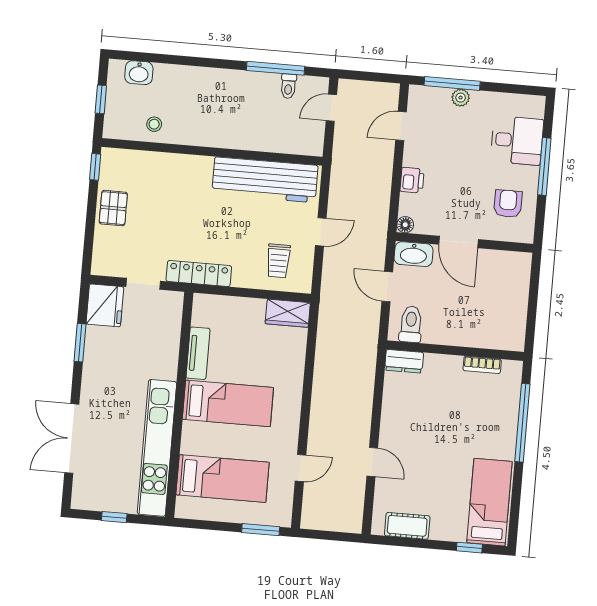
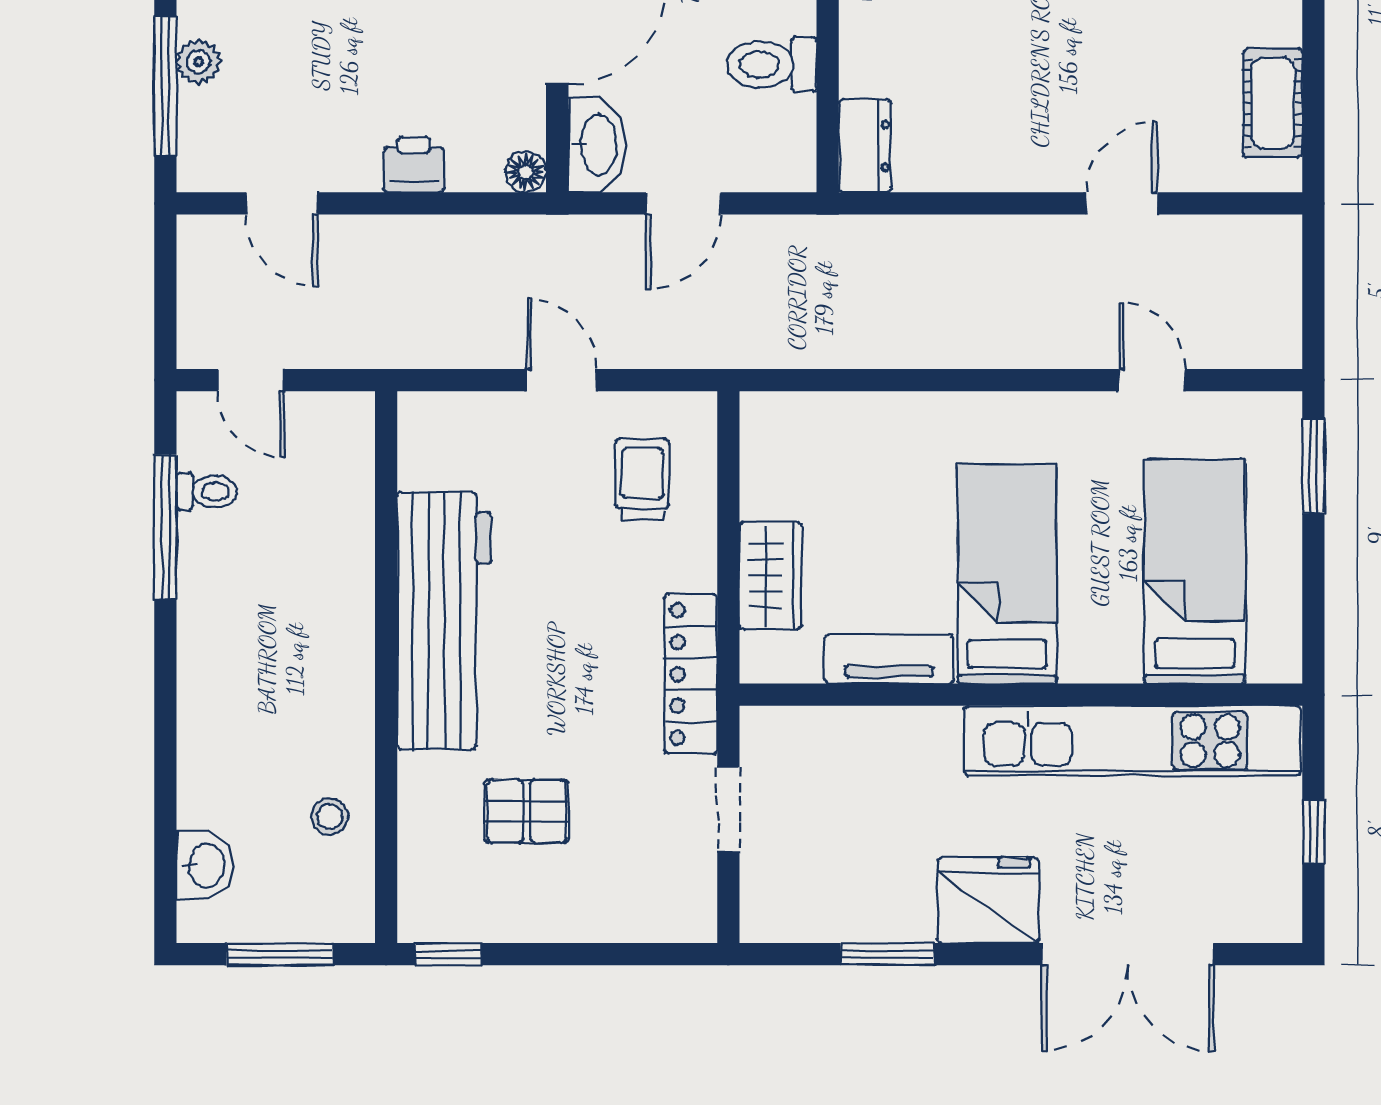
window: (101, 99) -> (280, 954), width x1.50
workbench: (265, 180) -> (444, 620), moved
pallet: (113, 208) -> (527, 811), moved
trolley: (278, 261) -> (642, 479), turned -90
fridge: (105, 305) -> (988, 900), moved
wardrobe: (288, 313) -> (771, 576), moved
toilet: (411, 324) -> (772, 64), moved

